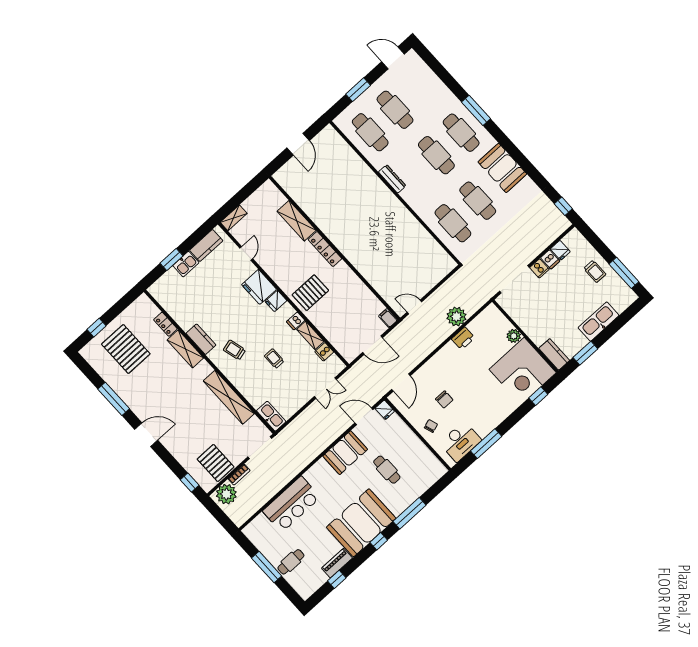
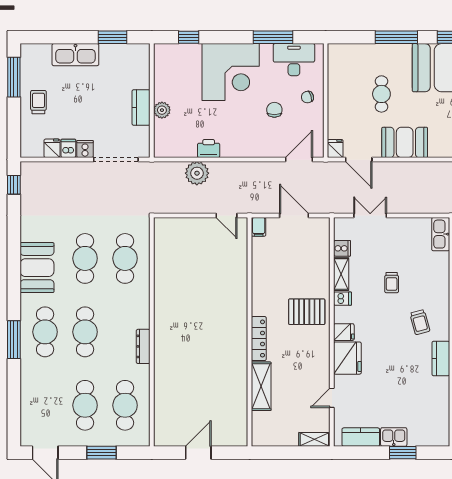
kitchen counter: (554, 354) -> (141, 108), moved
corner desk: (523, 371) -> (231, 72), moved, turned 90

